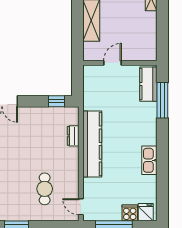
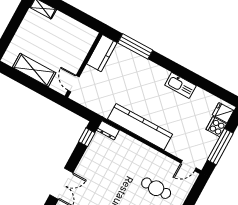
door: (112, 63) -> (73, 84), moved
kitchen counter: (148, 84) -> (102, 53), moved, turned -90
dresser: (73, 136) -> (108, 130), moved

